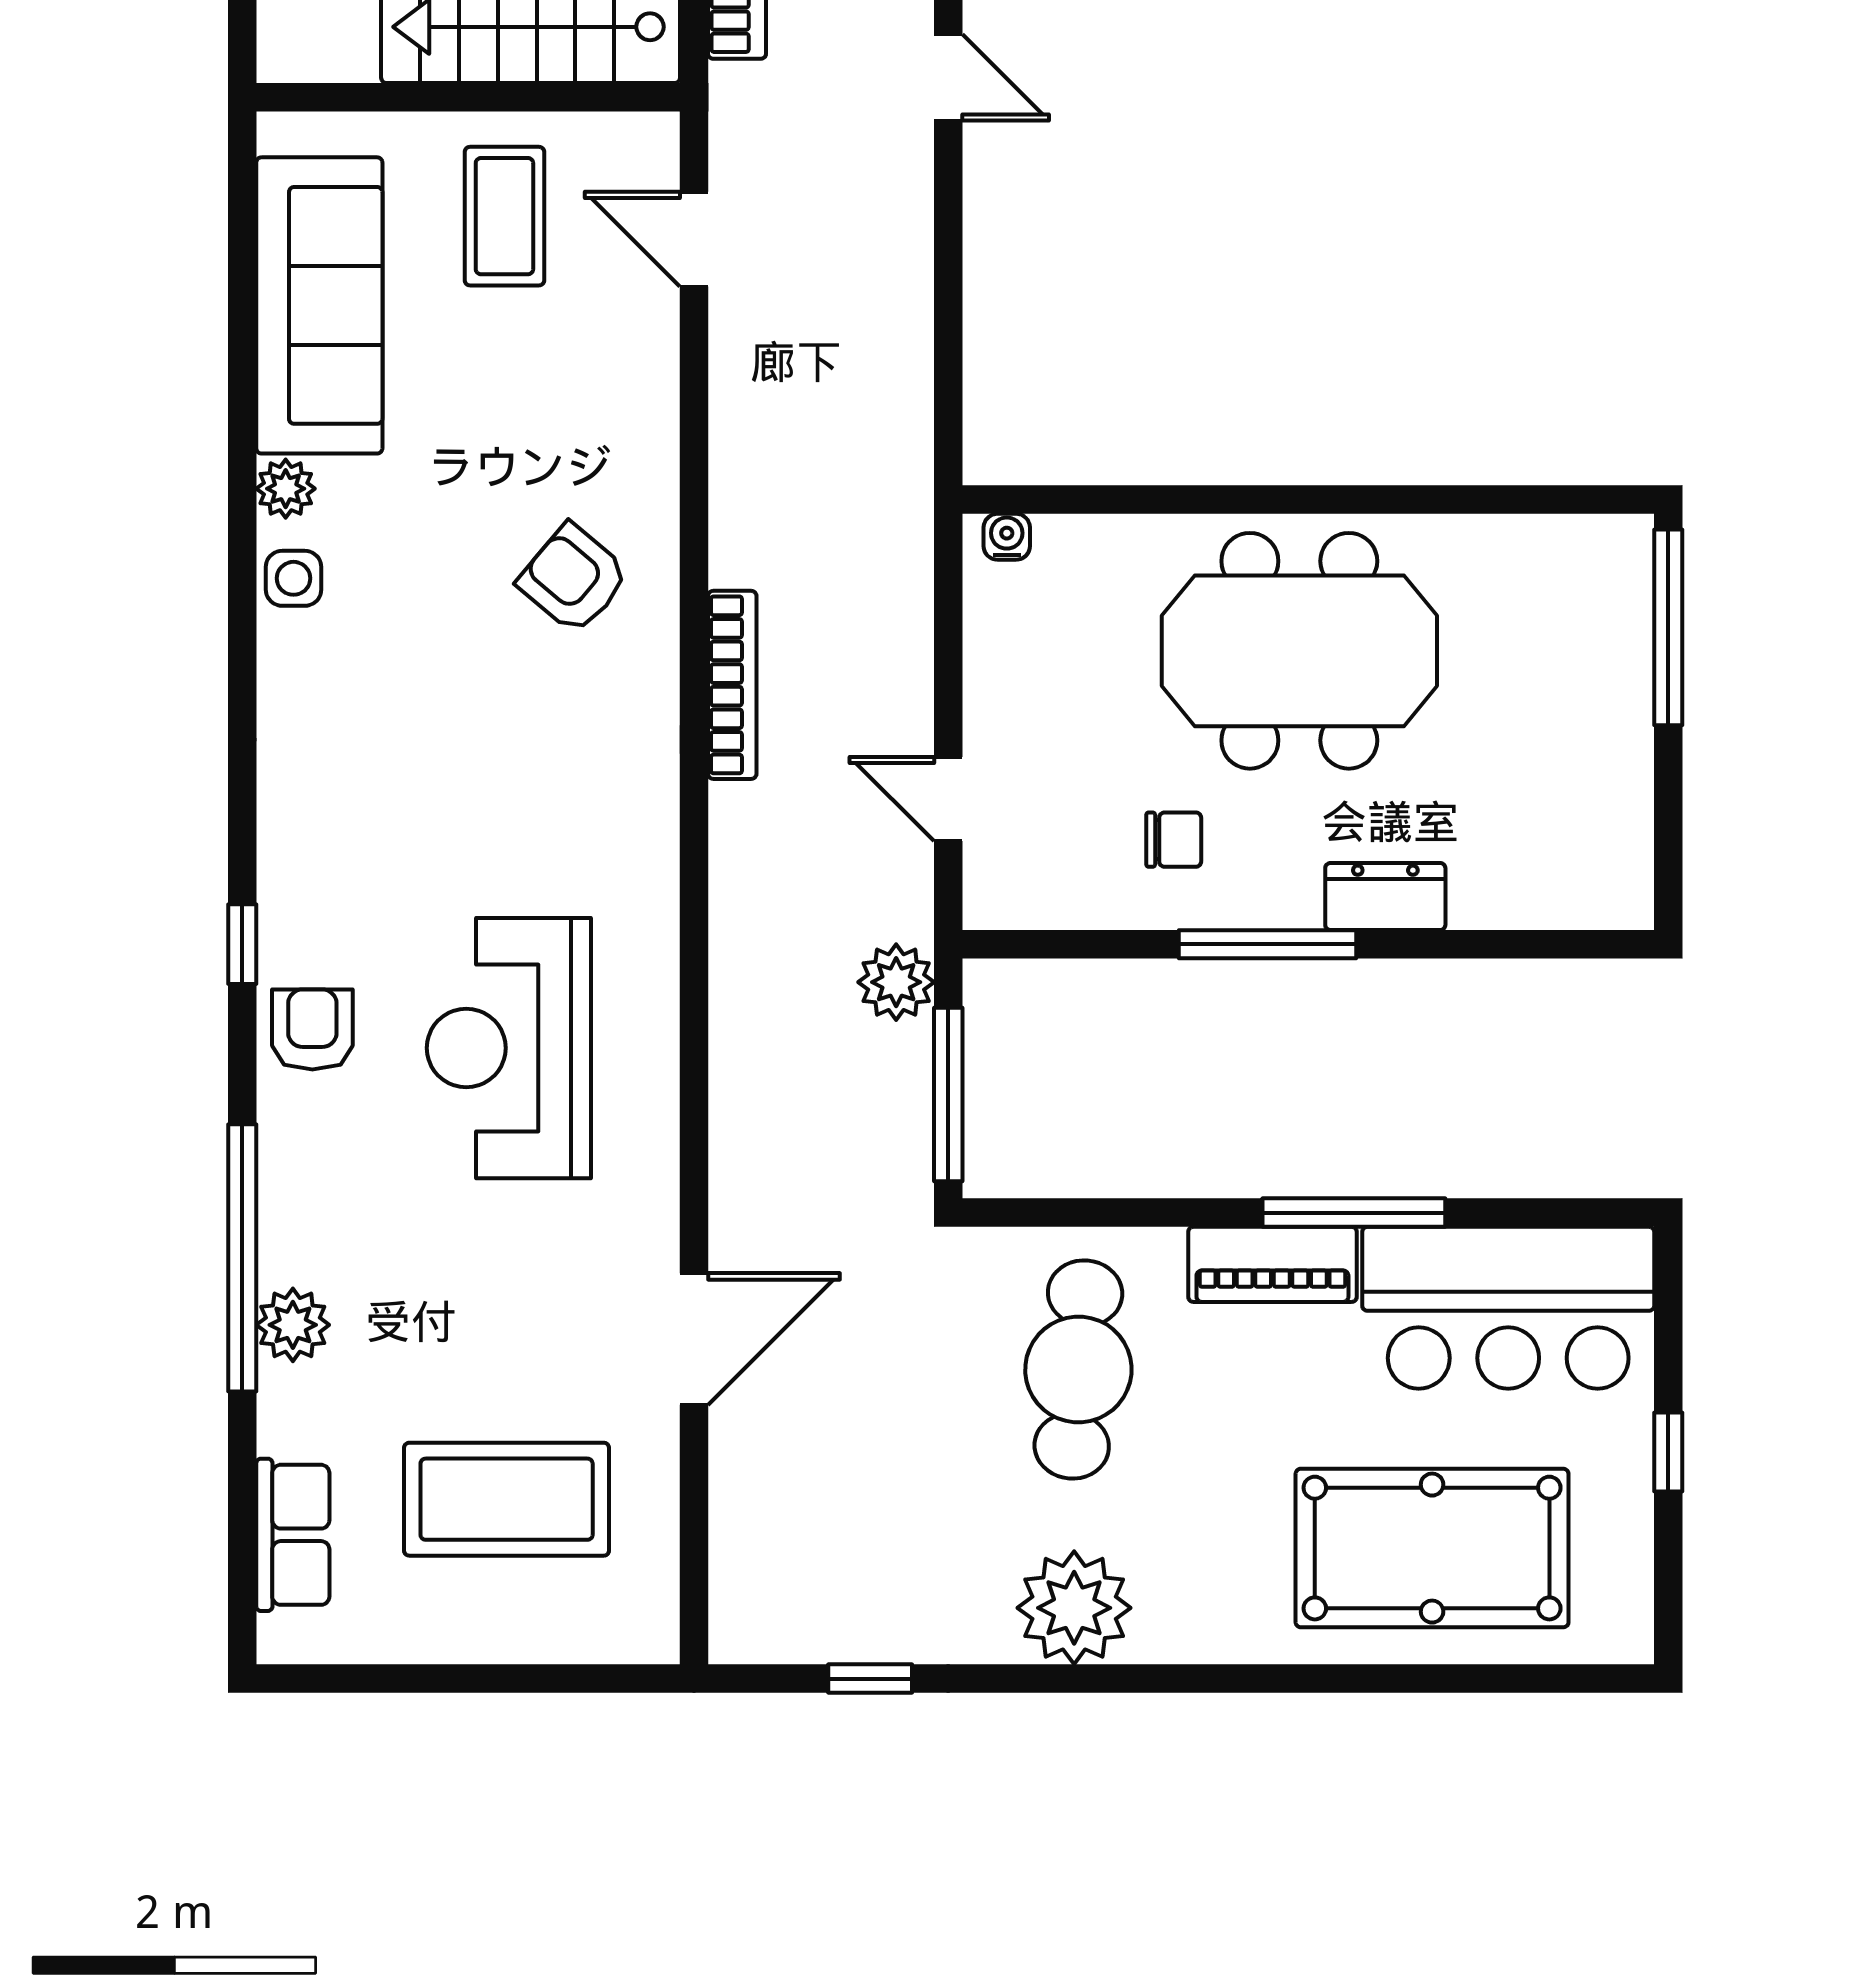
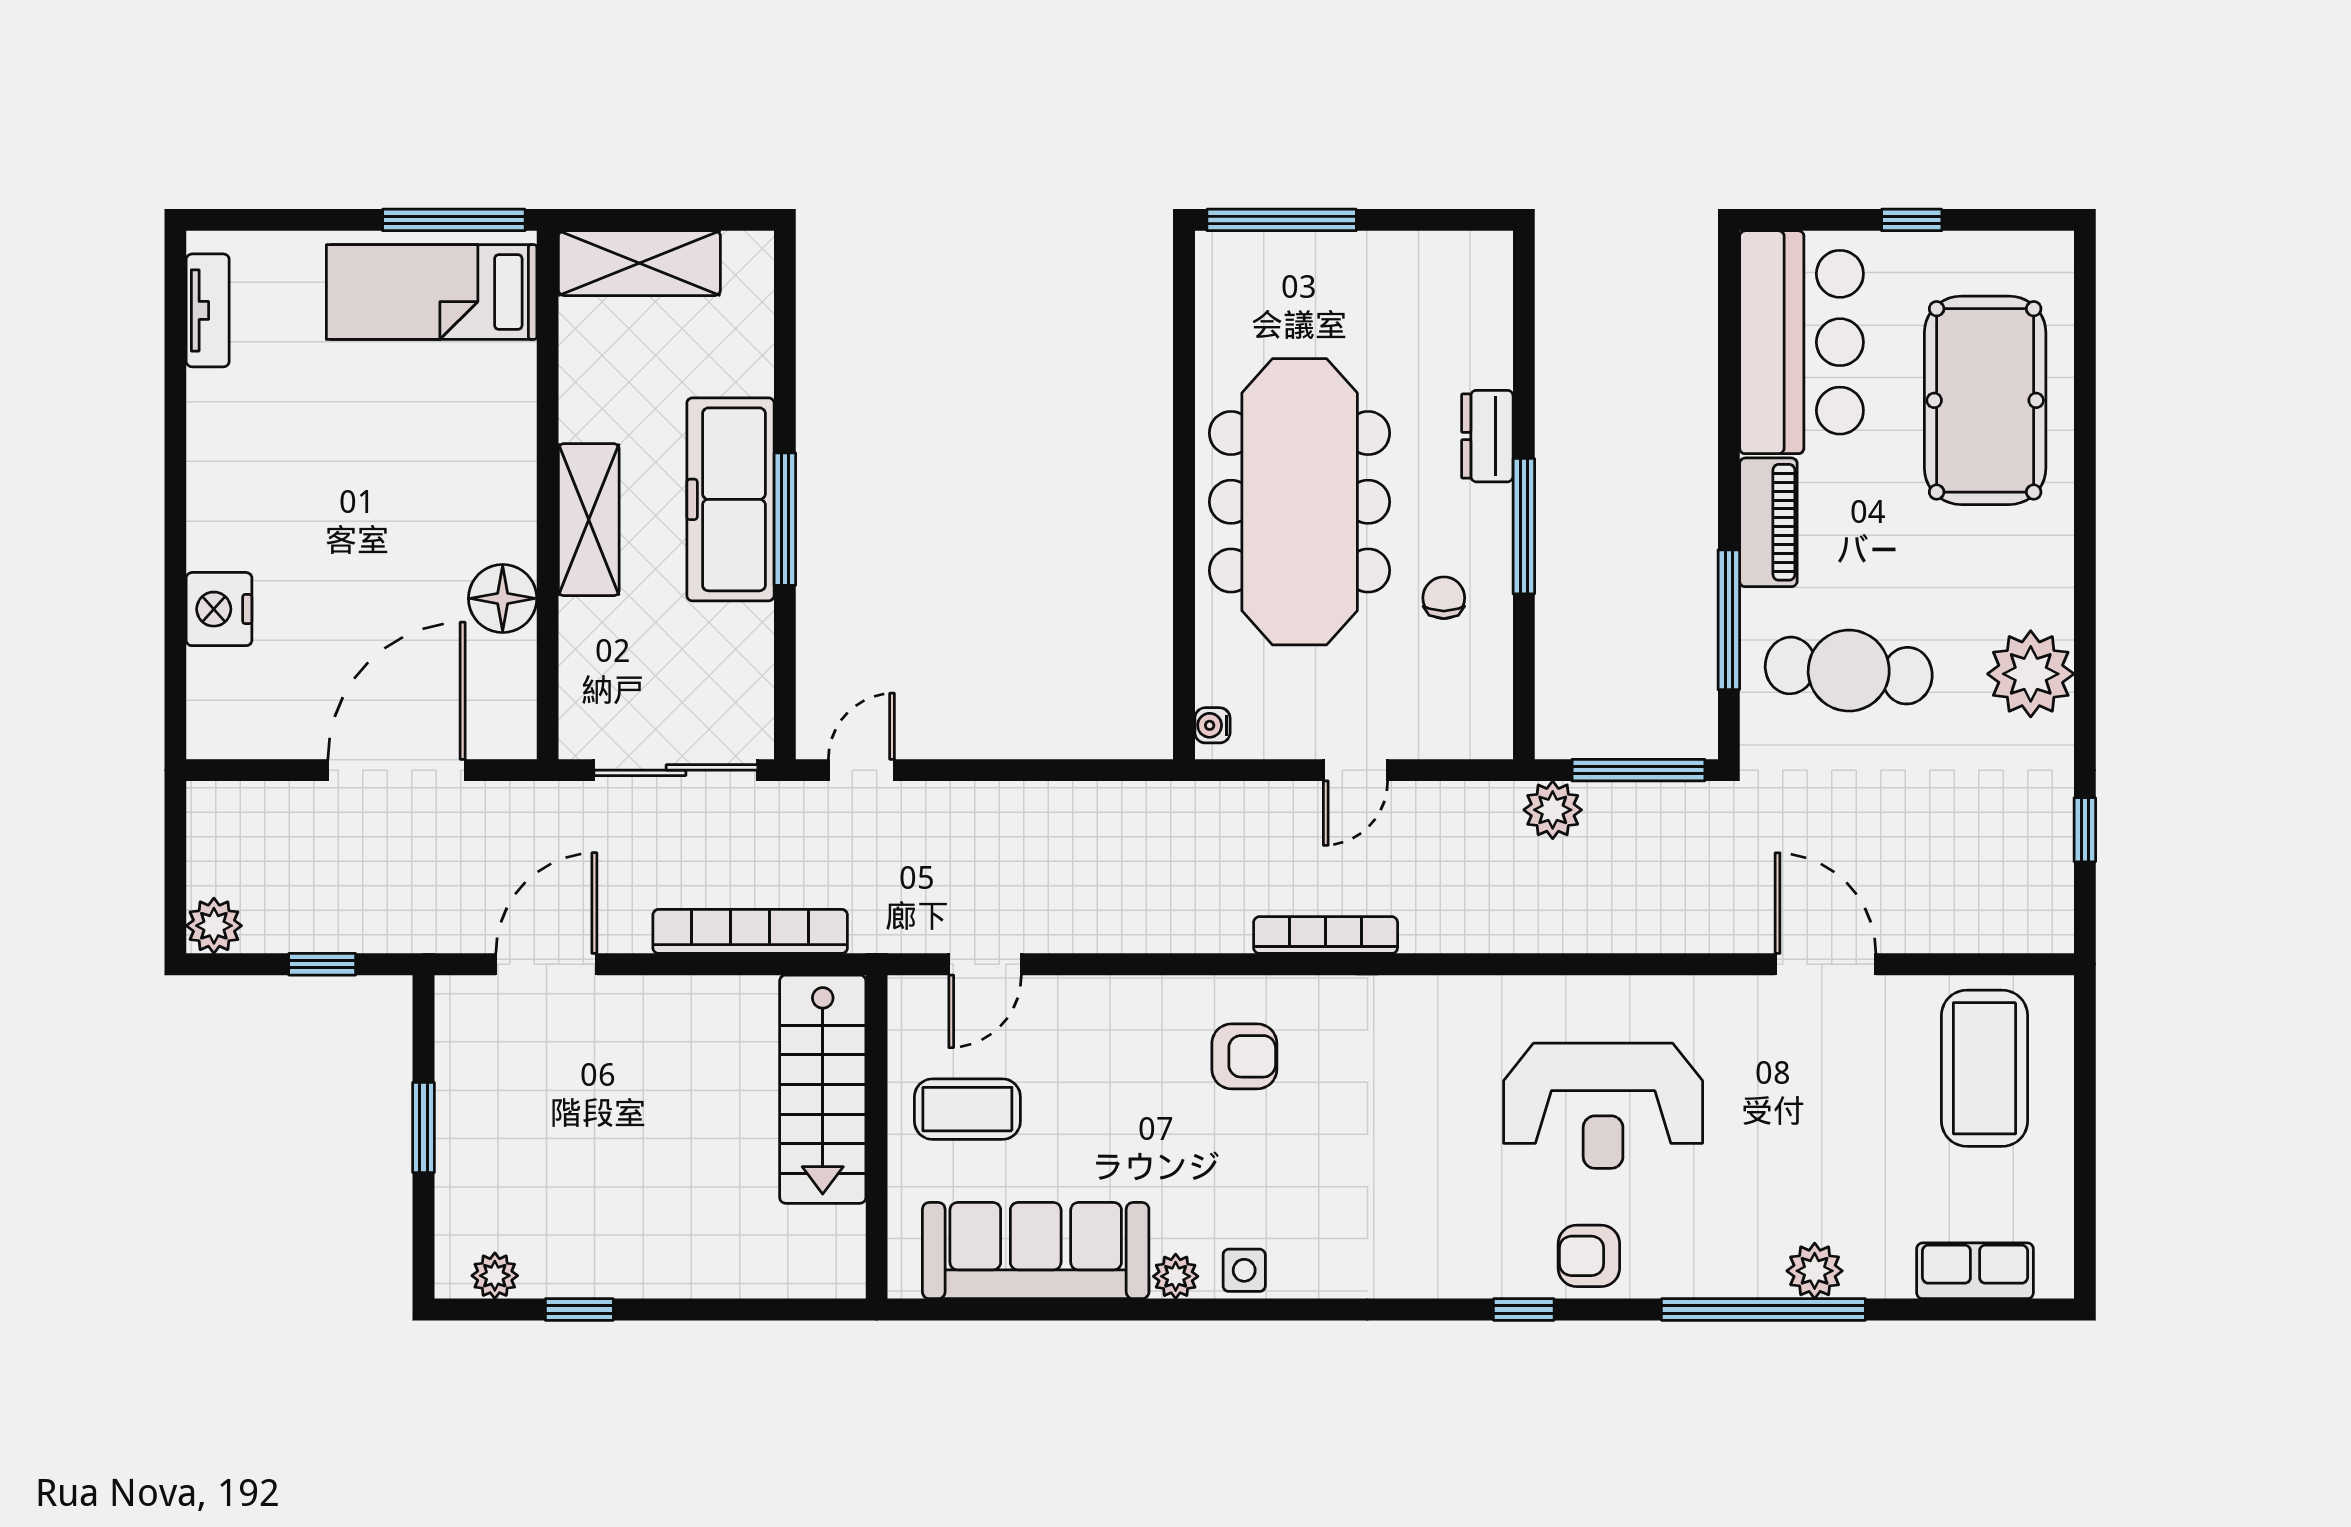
armchair: (574, 579) -> (1244, 1056), turned -130
meeting table: (1299, 651) -> (1300, 502), width x1.36
door: (948, 799) -> (1356, 770), moved
window: (1354, 1213) -> (1729, 620), moved
coffee table: (507, 1499) -> (1984, 1068), moved

